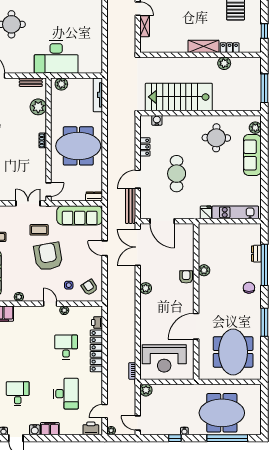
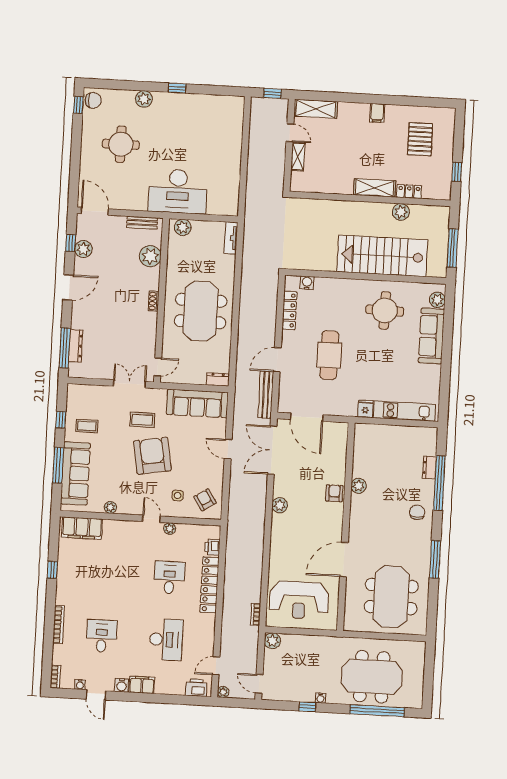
tv unit: (98, 95) -> (231, 238), width x0.71
stairs: (179, 97) -> (382, 256), moved
meeting table: (78, 146) -> (201, 311), turned 90
locker: (145, 147) -> (289, 310), width x1.53

